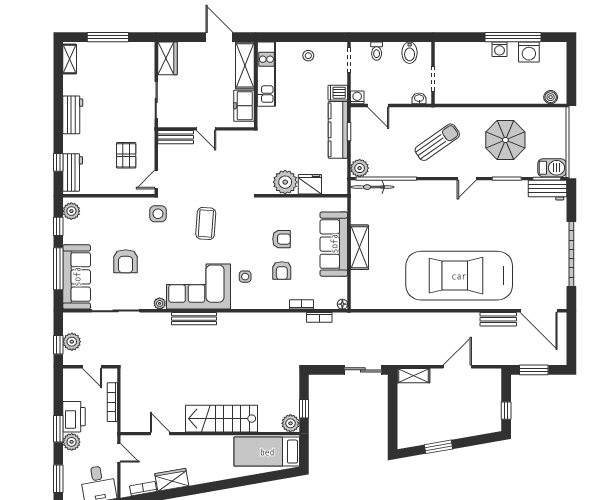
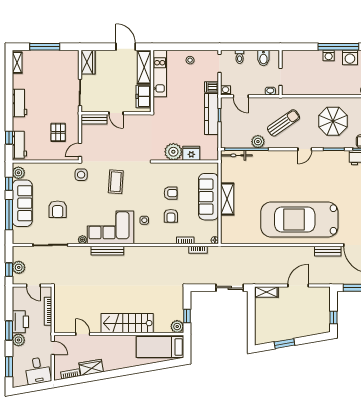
plant: (360, 168) -> (258, 142), moved
sofa: (77, 277) -> (22, 203), moved

